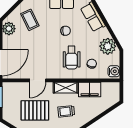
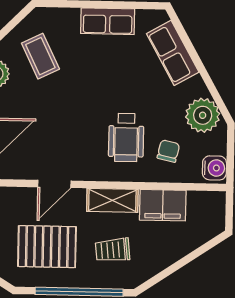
chair: (66, 31) -> (115, 81), removed

